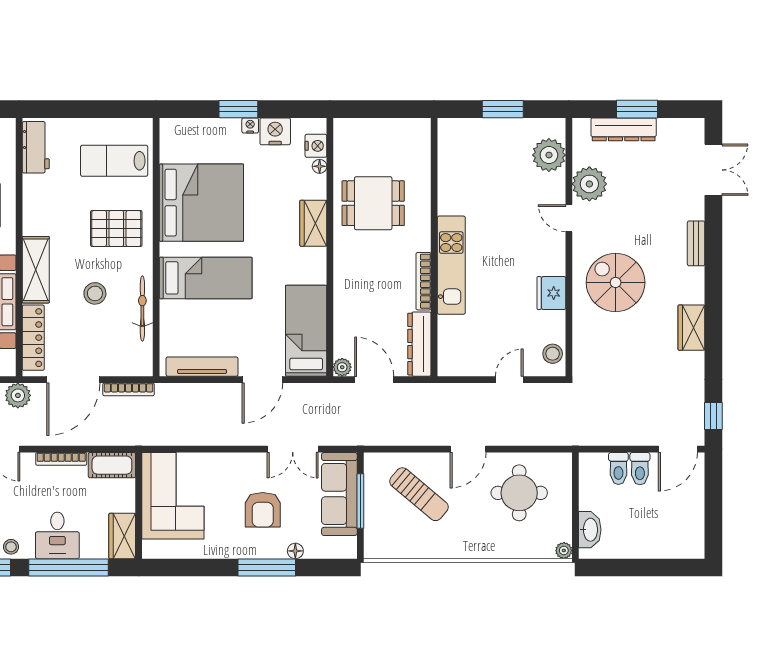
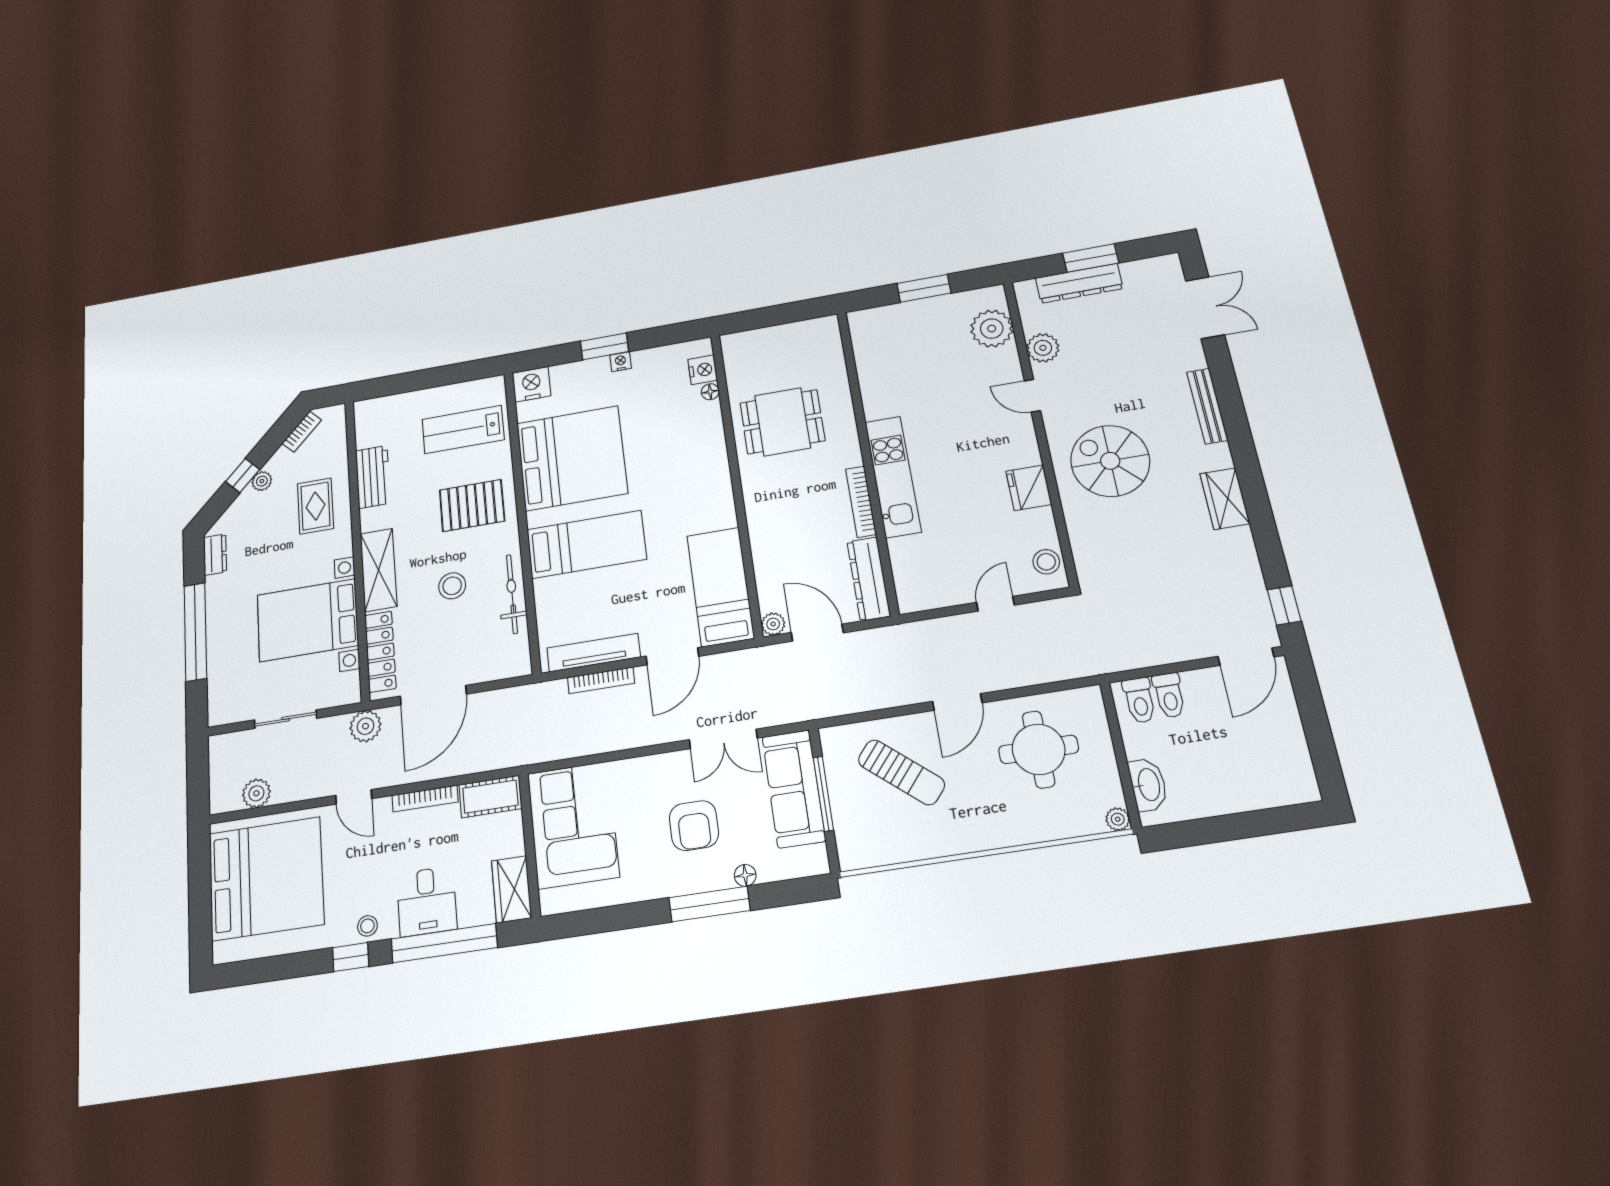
nightstand: (275, 131) -> (531, 384), moved
workbench: (36, 147) -> (373, 477), moved
plant: (589, 184) -> (1043, 348), width x0.73, depth x0.73
wardrobe: (313, 223) -> (712, 458), removed
bench: (696, 243) -> (1207, 406), width x1.36
bookcase: (129, 389) -> (601, 680), moved
toilet: (640, 469) -> (1139, 700), moved

